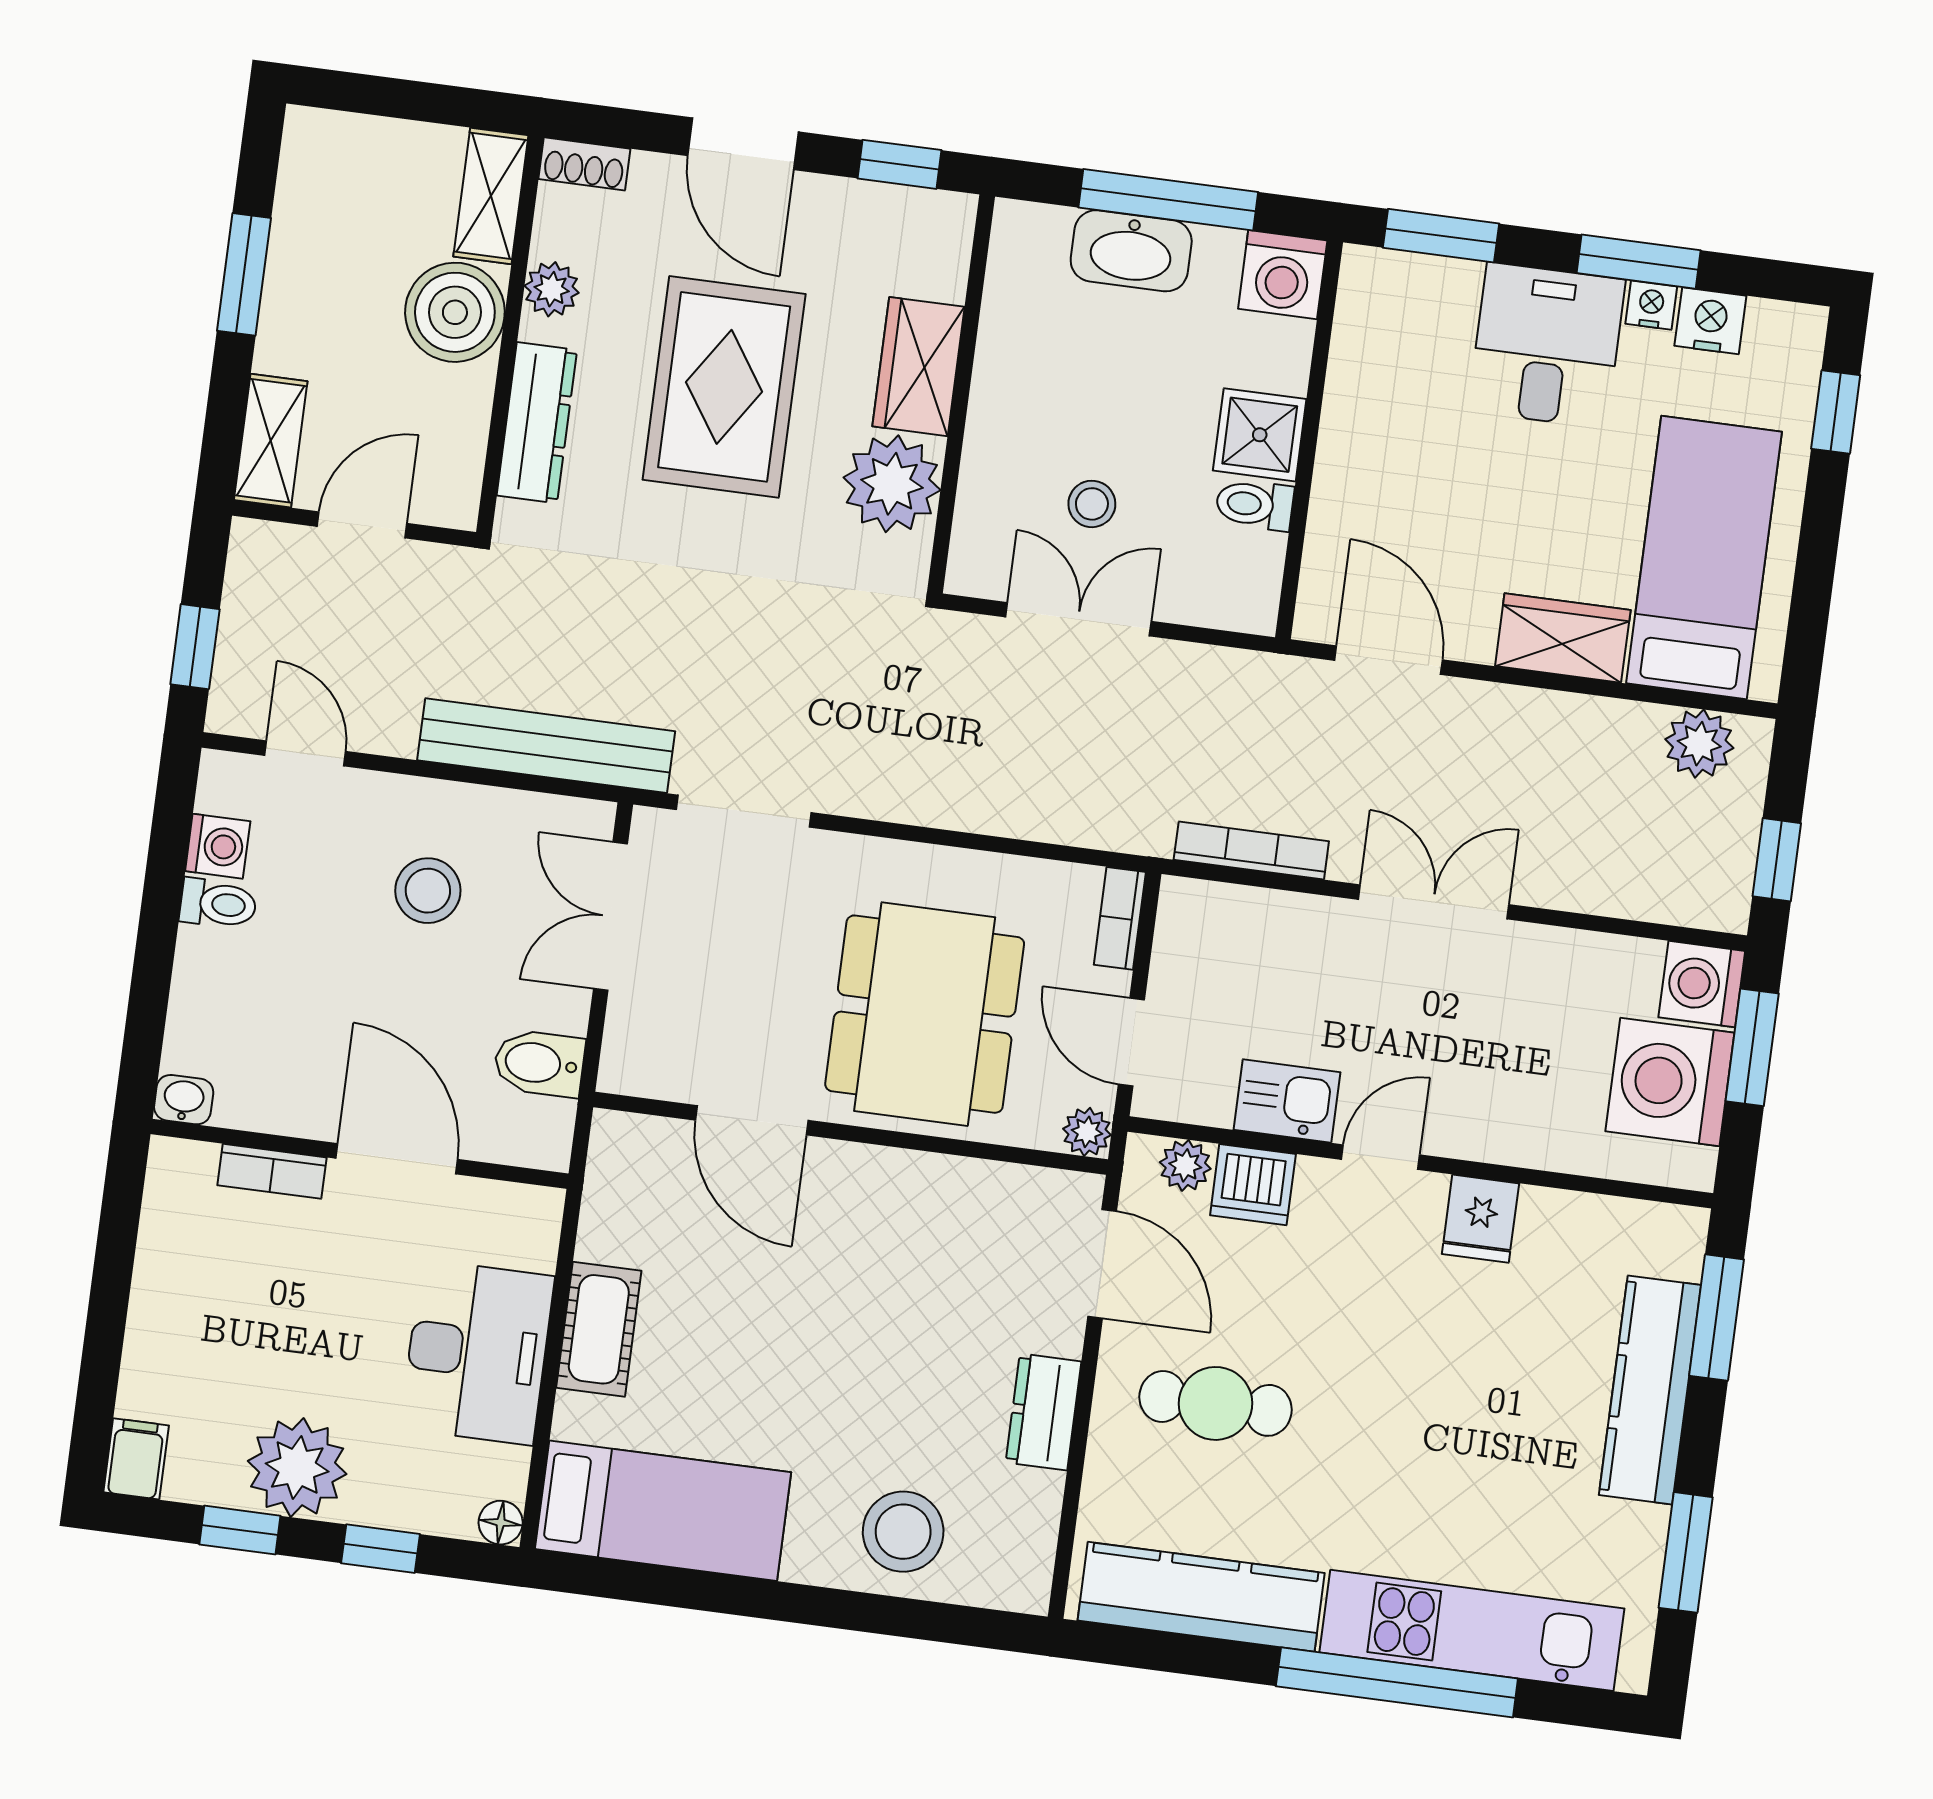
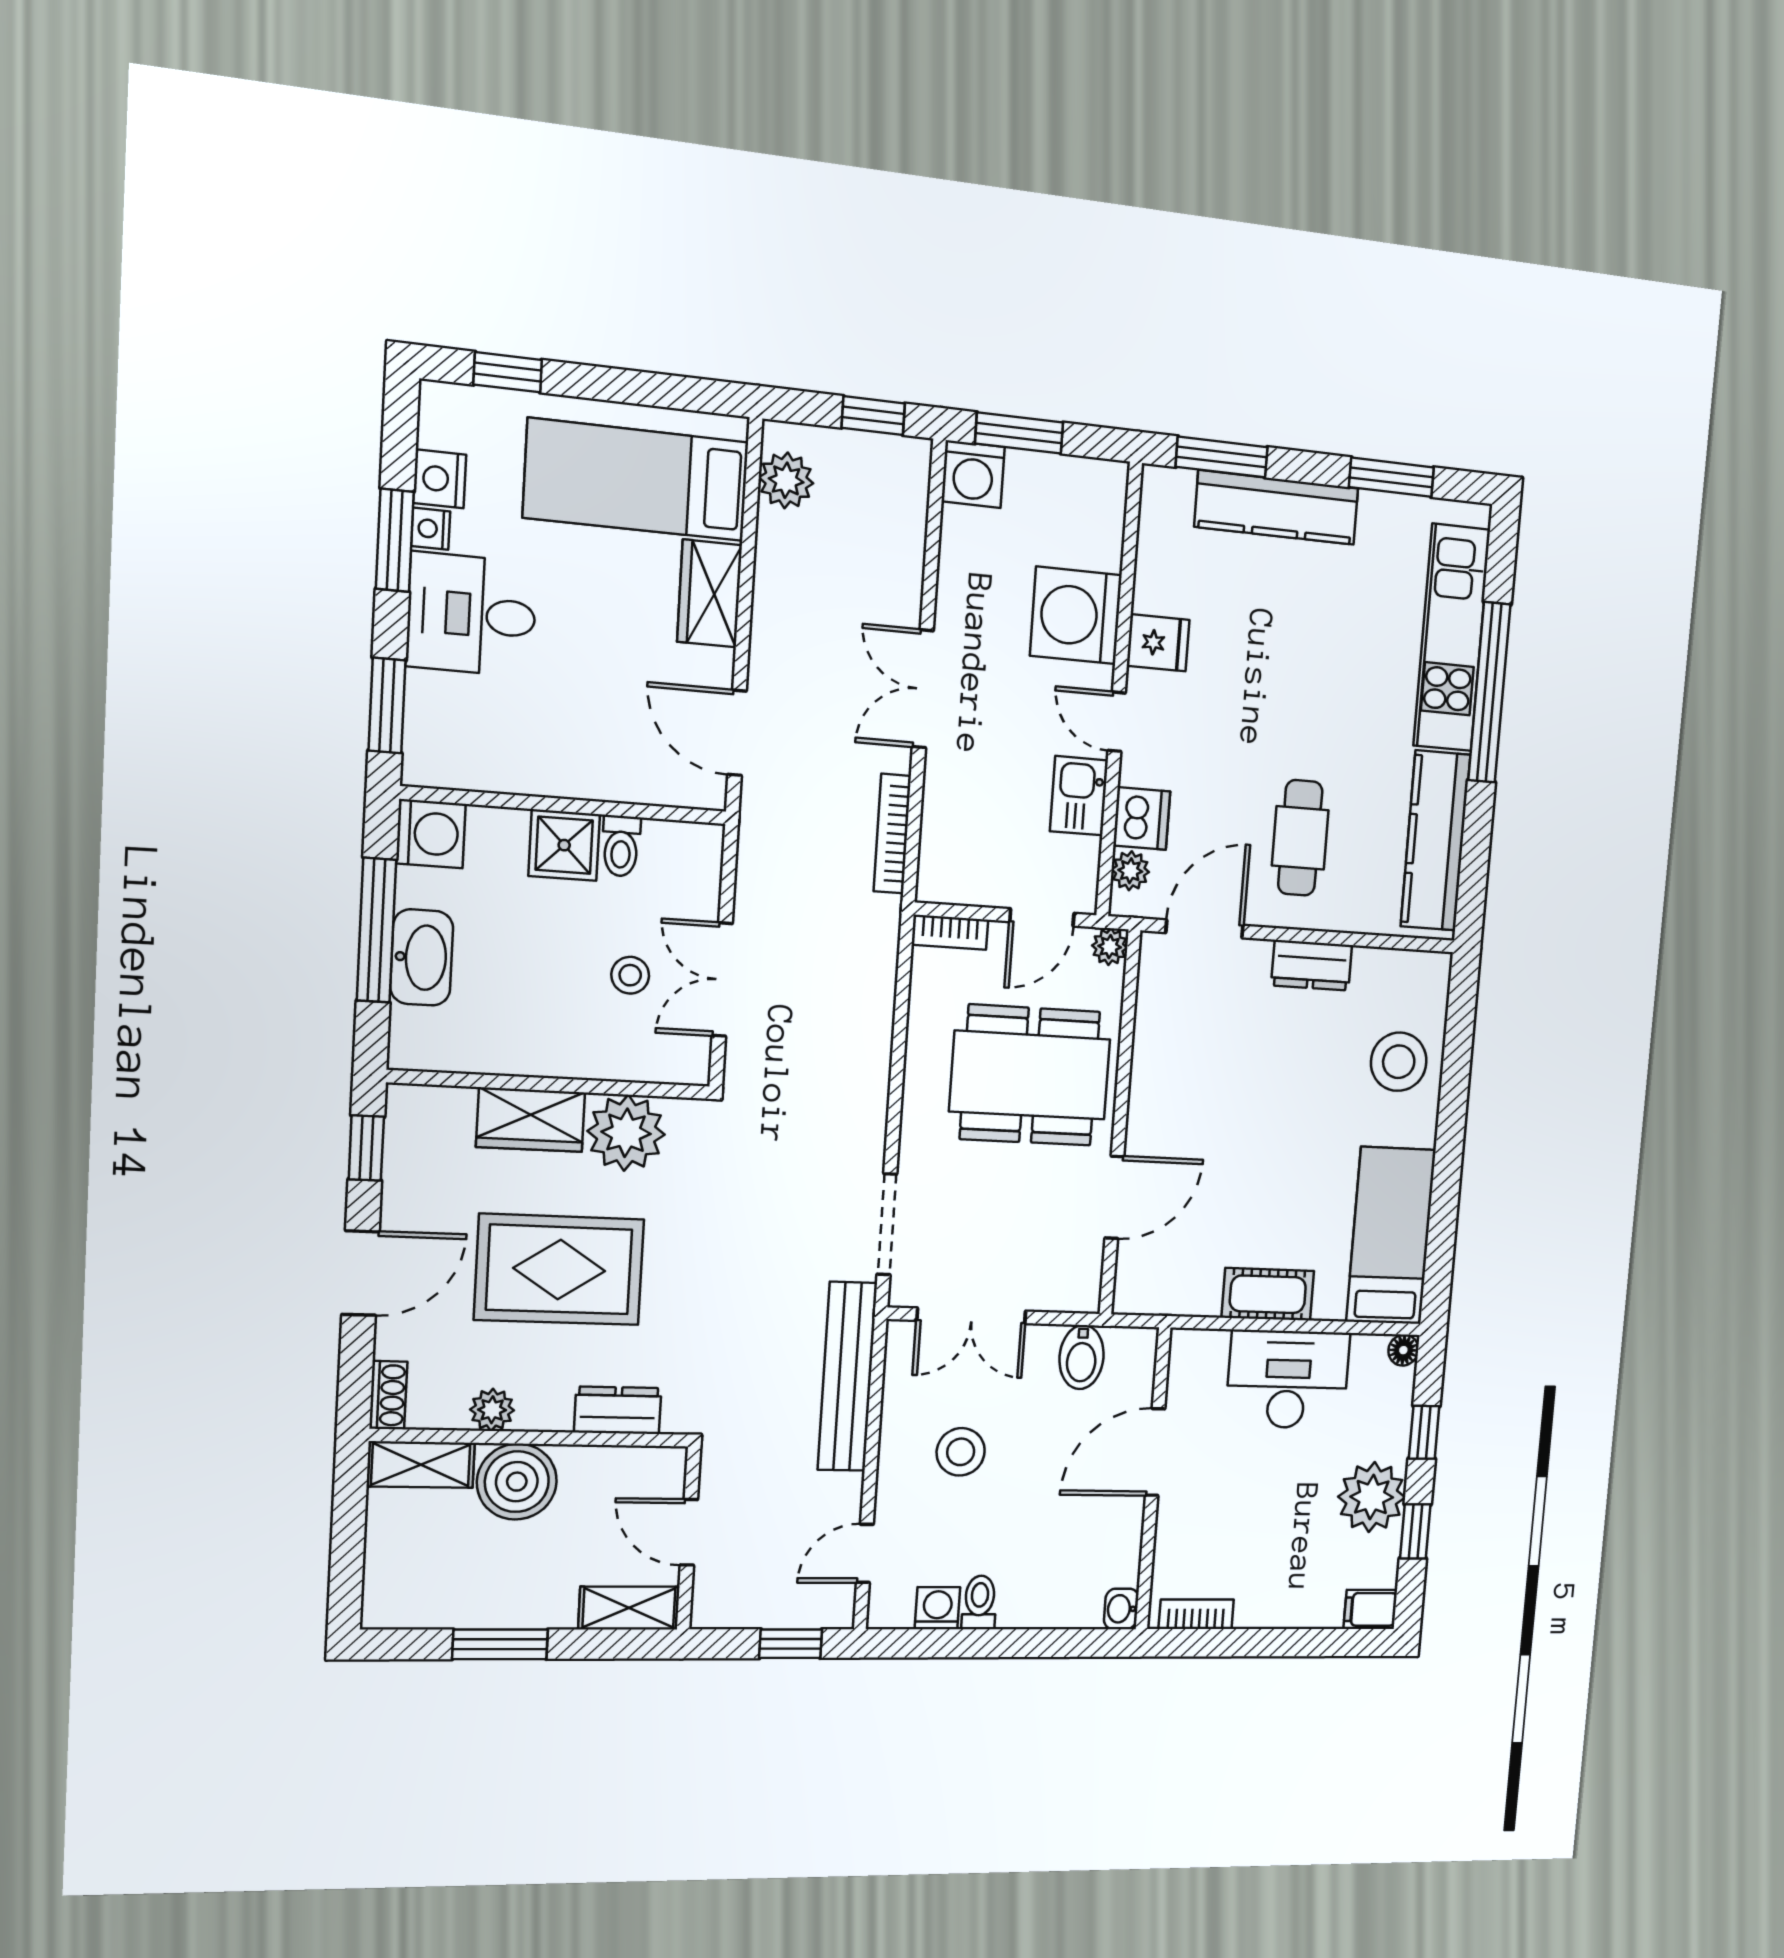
dresser: (537, 423) -> (618, 1410), width x0.70
door: (1389, 660) -> (737, 733), hinge flipped
washing machine: (1670, 1082) -> (1076, 615), moved, turned 90
bookcase: (272, 1171) -> (1196, 1614), moved, turned -90

